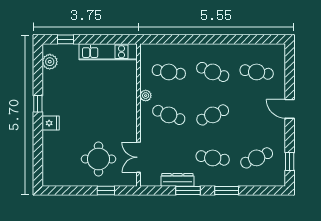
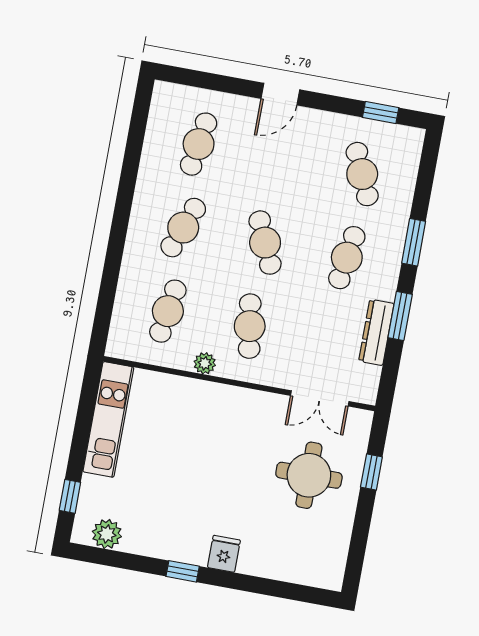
cafe table: (169, 115) -> (250, 326), turned -30

